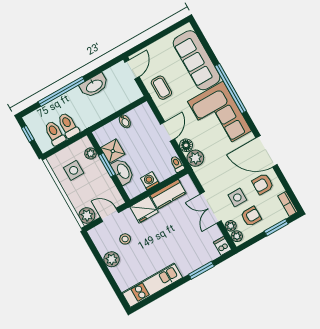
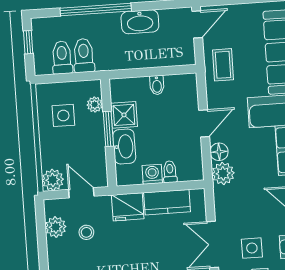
toilet: (177, 164) -> (170, 172), moved
plant: (112, 259) -> (56, 227), moved

